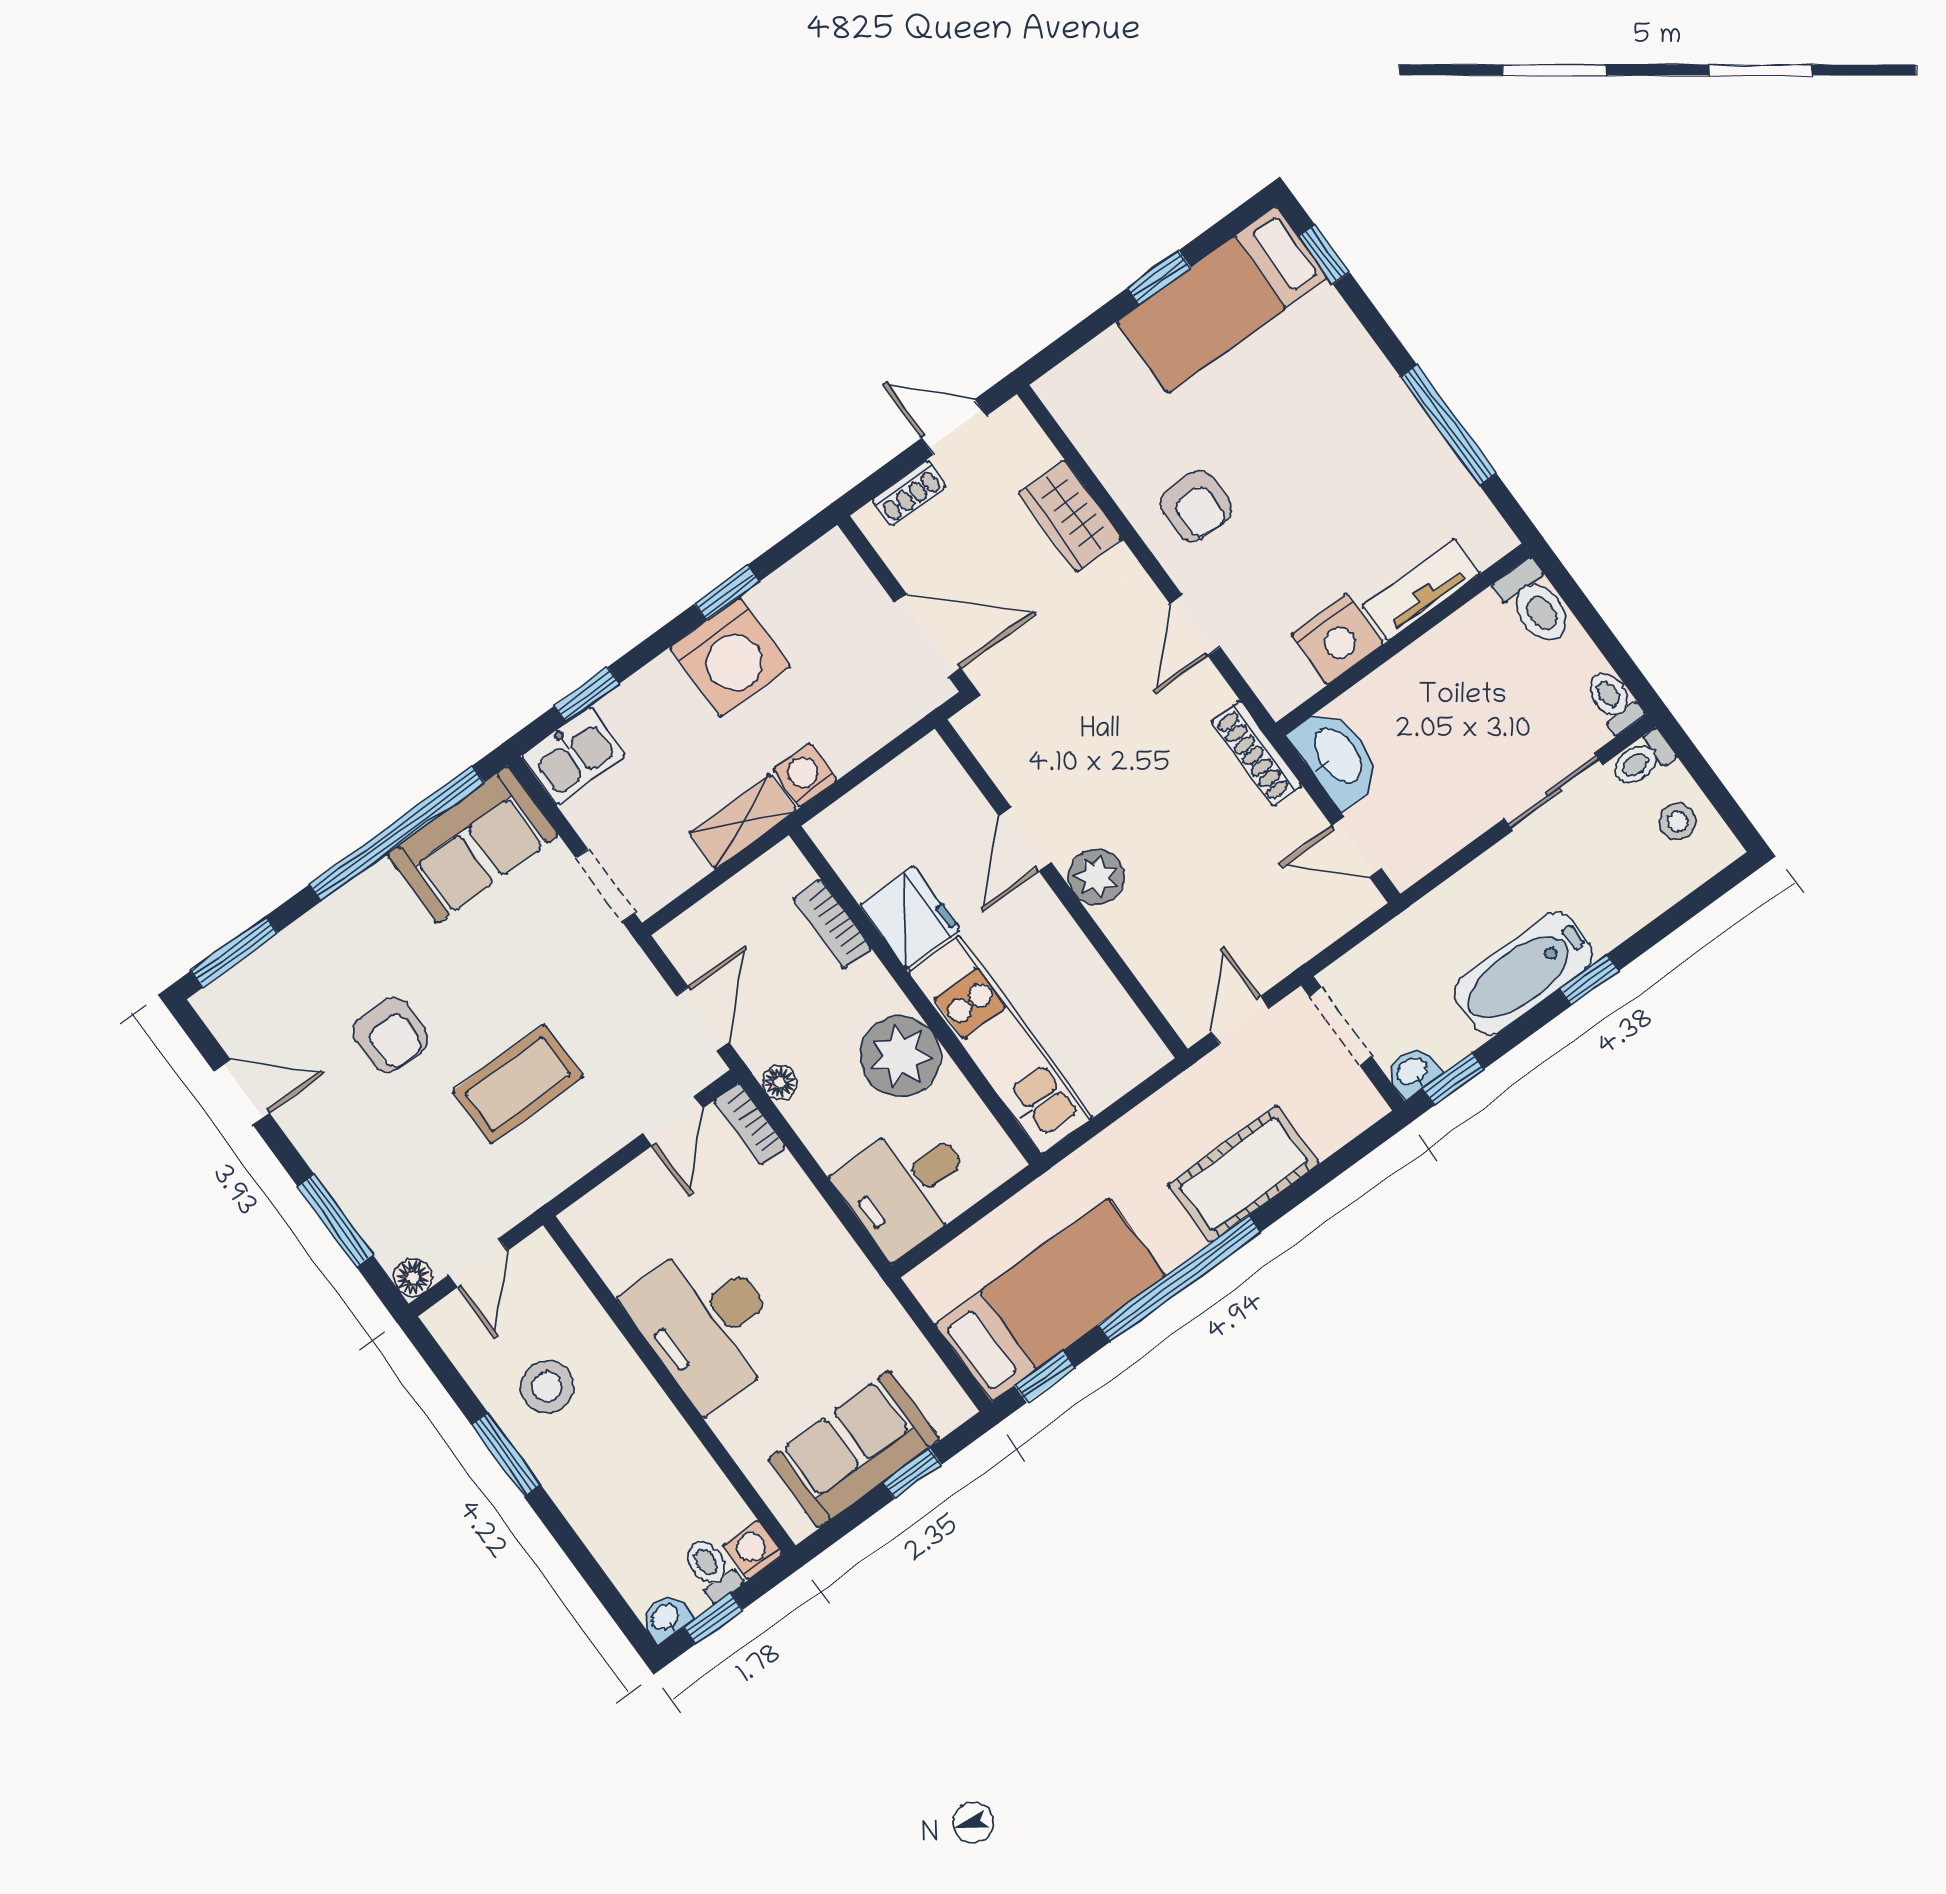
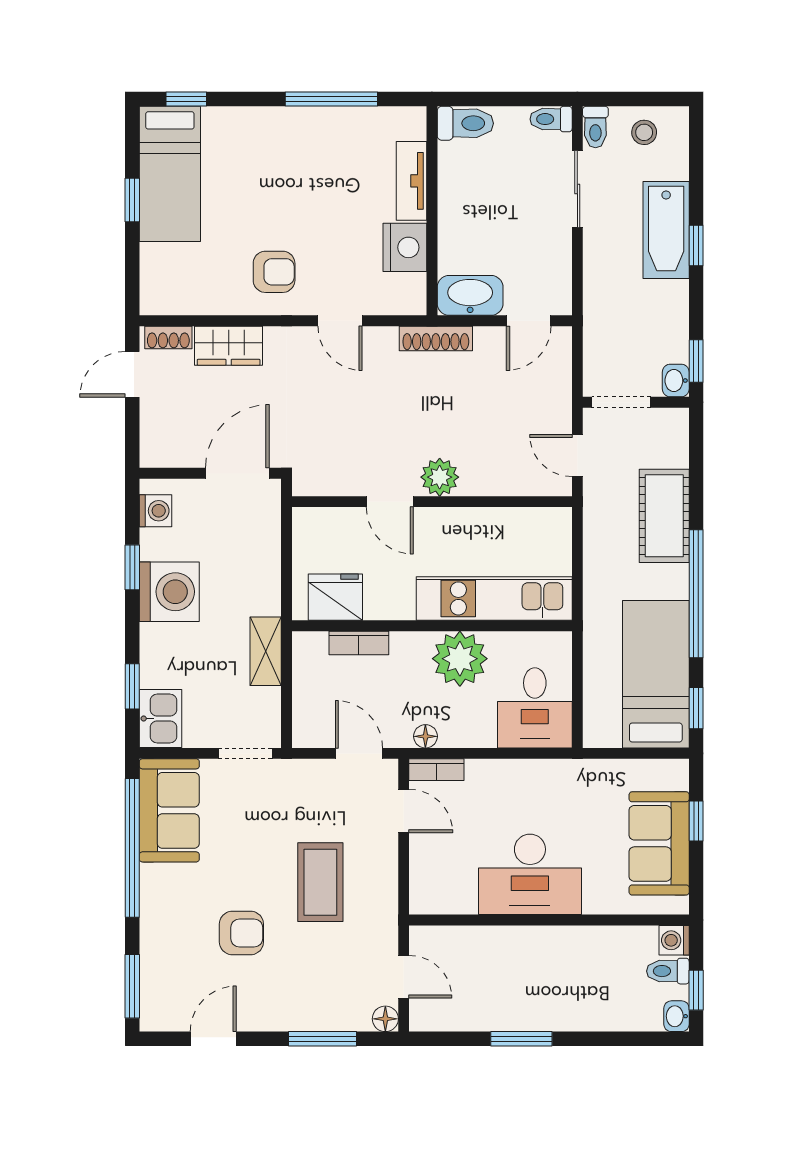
shoe rack: (909, 493) -> (168, 337), moved, turned 90
washing machine: (805, 775) -> (155, 511), moved, turned 180
fridge: (910, 917) -> (335, 597), moved
bathtub: (1523, 973) -> (666, 230), moved
stool: (547, 1387) -> (500, 989), removed

